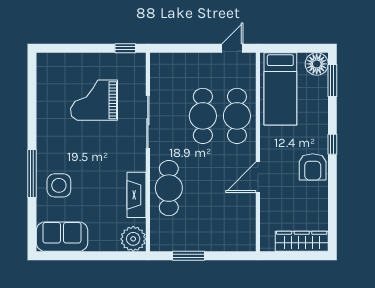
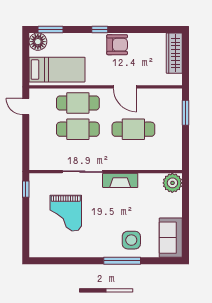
cafe table: (169, 188) -> (133, 129), moved
fireplace: (136, 195) -> (120, 180), moved
window: (188, 256) -> (185, 113), moved

